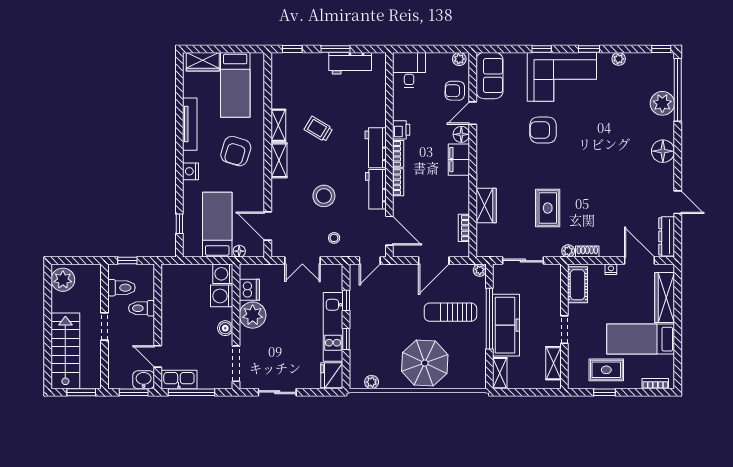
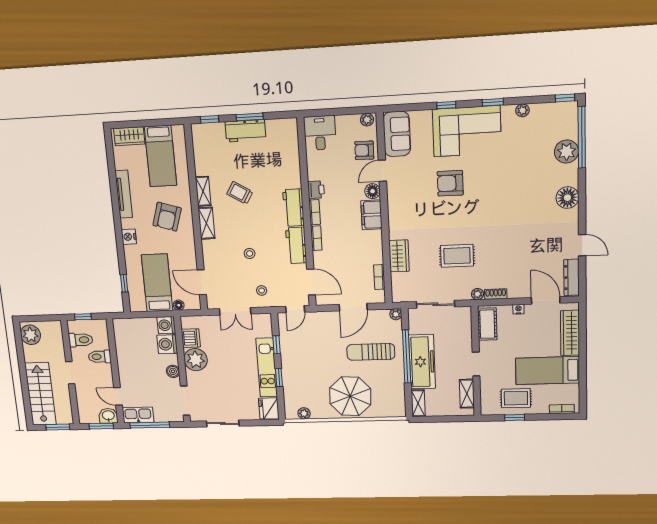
workbench: (350, 63) -> (246, 131), moved
stool: (324, 196) -> (250, 253), width x0.53, depth x0.53
rug: (548, 208) -> (457, 256), turned 90

